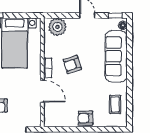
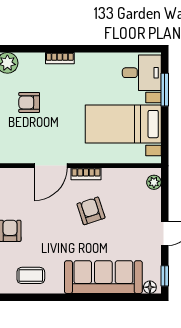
plant: (57, 27) -> (154, 182), width x0.53, depth x0.53

